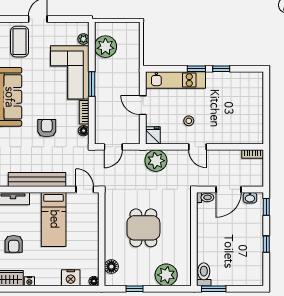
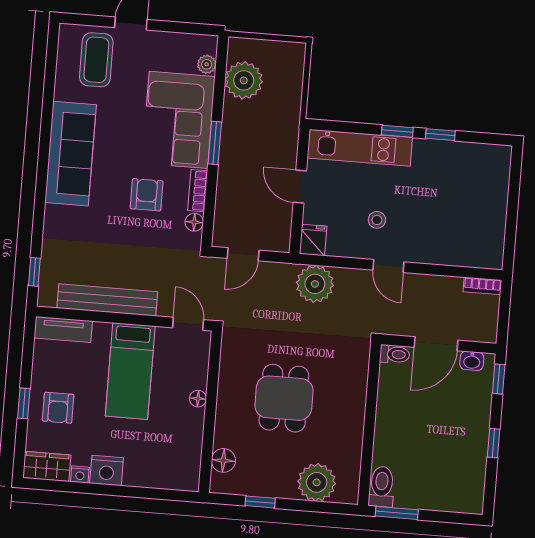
armchair: (47, 128) -> (147, 195), moved
nightstand: (71, 278) -> (107, 470), moved
floor lamp: (94, 281) -> (198, 399), moved

